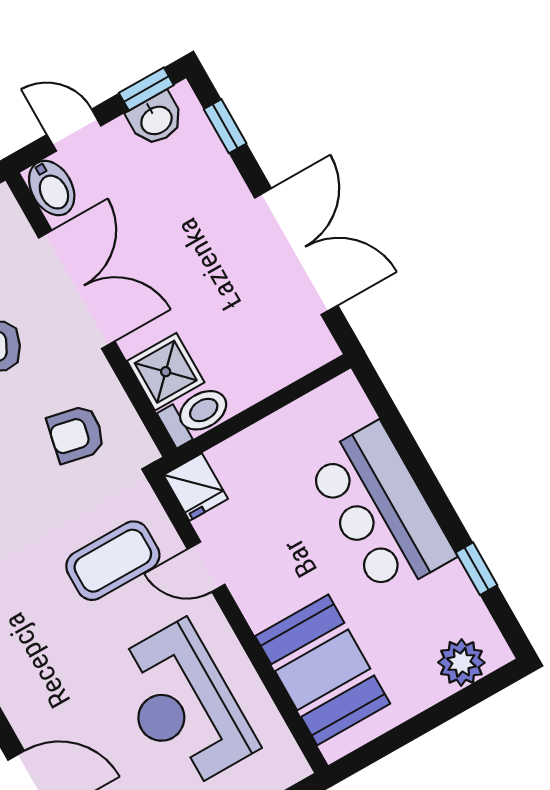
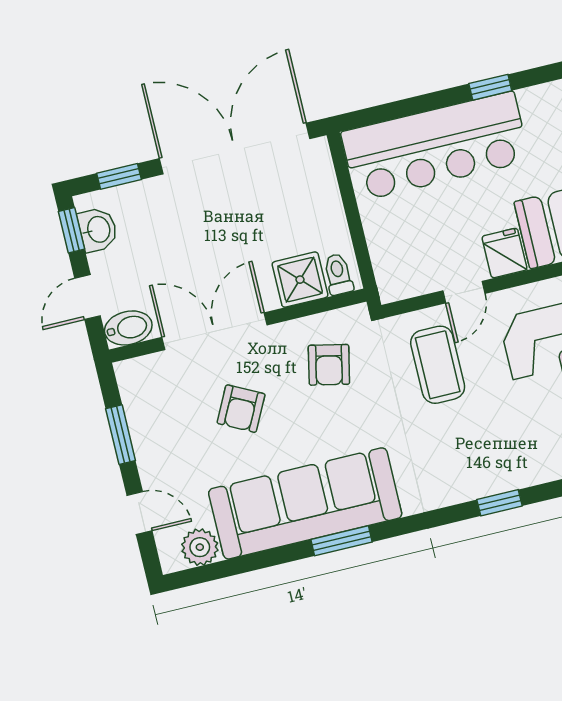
double door: (296, 252) -> (235, 149), width x1.36
toilet: (196, 415) -> (338, 274), width x0.73, depth x0.72
fridge: (196, 487) -> (504, 253), moved, turned -90
bar counter: (381, 510) -> (435, 146), width x1.36
window: (477, 569) -> (490, 87), moved

